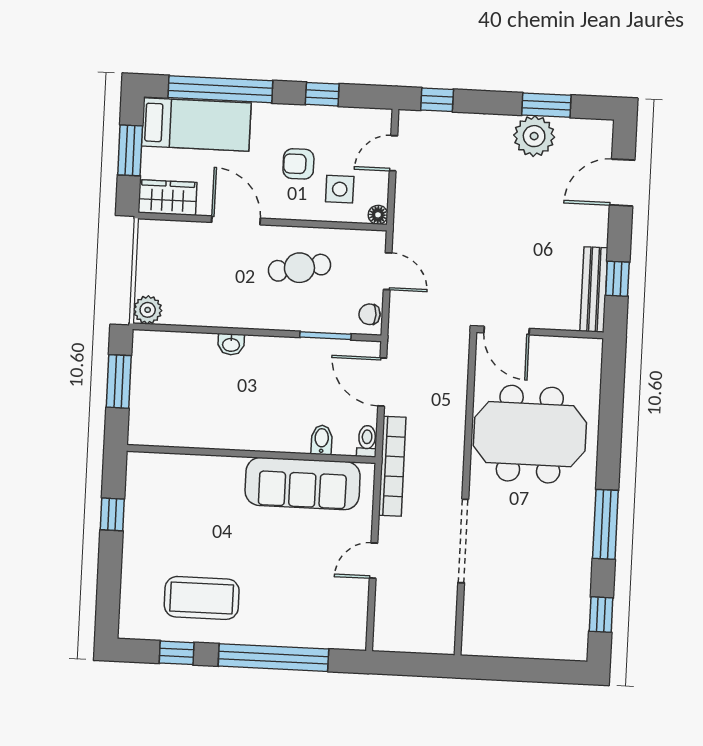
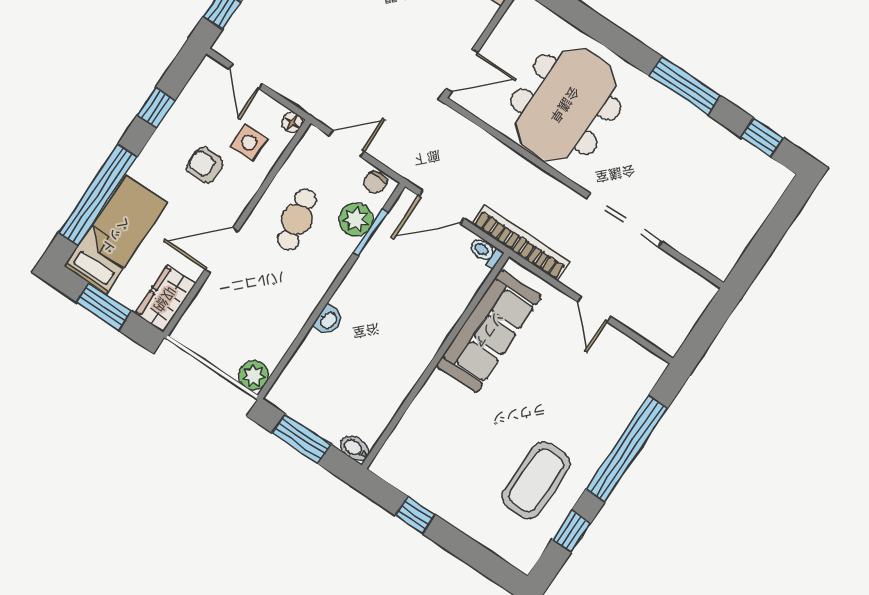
armchair: (298, 164) -> (205, 165), turned 90
plant: (329, 317) -> (356, 220), added
bidet: (322, 440) -> (355, 448), moved

